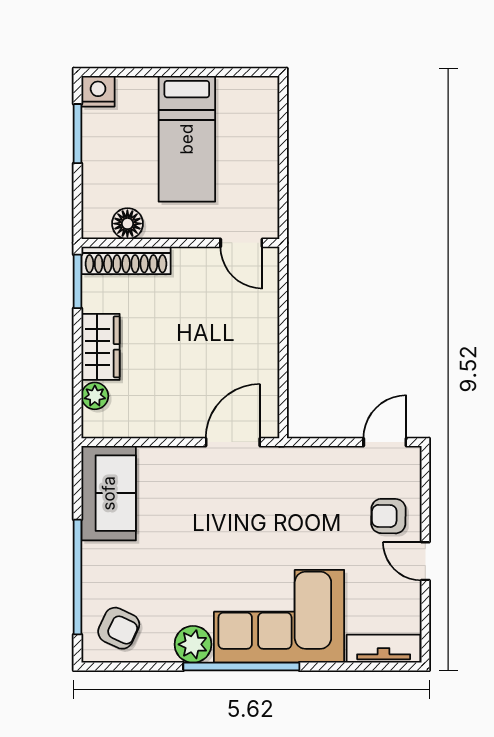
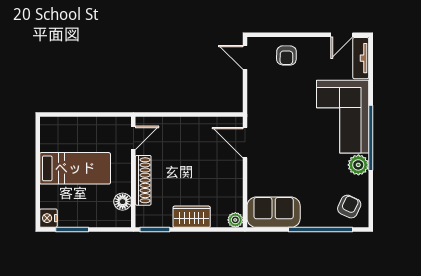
shoe rack: (126, 260) -> (143, 180), moved
plant: (95, 396) -> (235, 220), moved
door: (425, 561) -> (342, 35), moved

